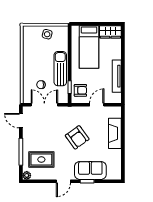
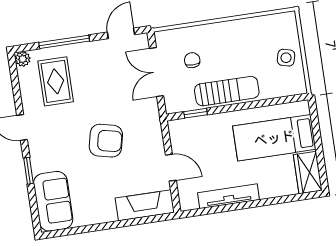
armchair: (80, 90) -> (193, 134), removed
double door: (44, 105) -> (156, 72), swing flipped
fireplace: (115, 133) -> (145, 205), moved
armchair: (77, 137) -> (106, 141), turned -131
sofa: (90, 170) -> (53, 201), moved

